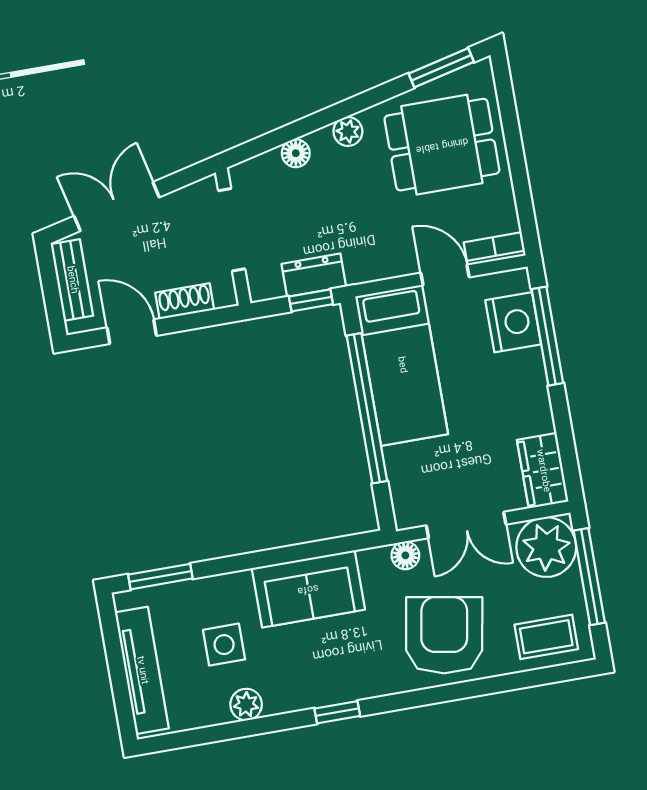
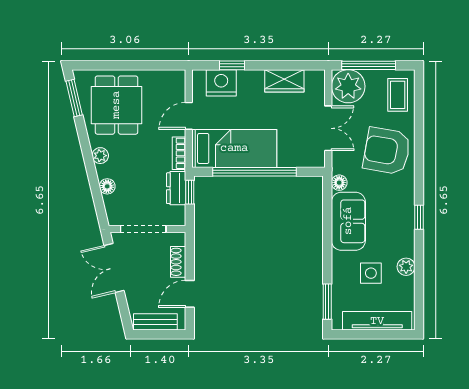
double door: (117, 207) -> (114, 268), moved
bookcase: (495, 249) -> (179, 153), moved
window: (547, 336) -> (232, 65), width x0.46
wardrobe: (543, 471) -> (284, 81), moved
floor lamp: (405, 555) -> (339, 183), moved

